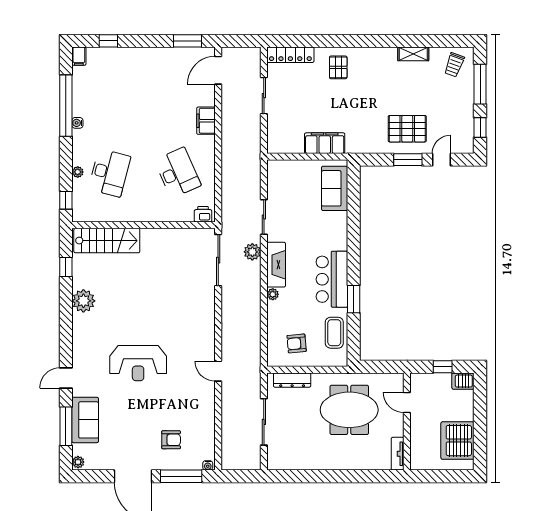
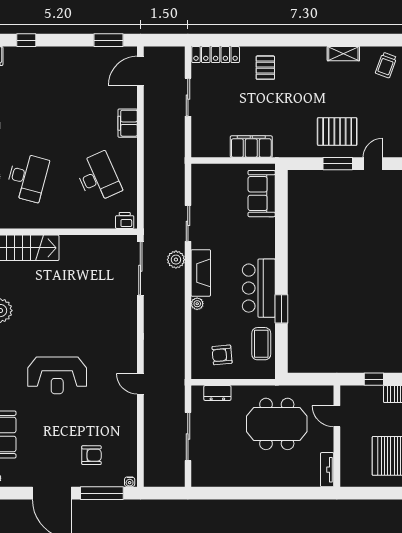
dresser: (292, 380) -> (217, 393), width x0.70

